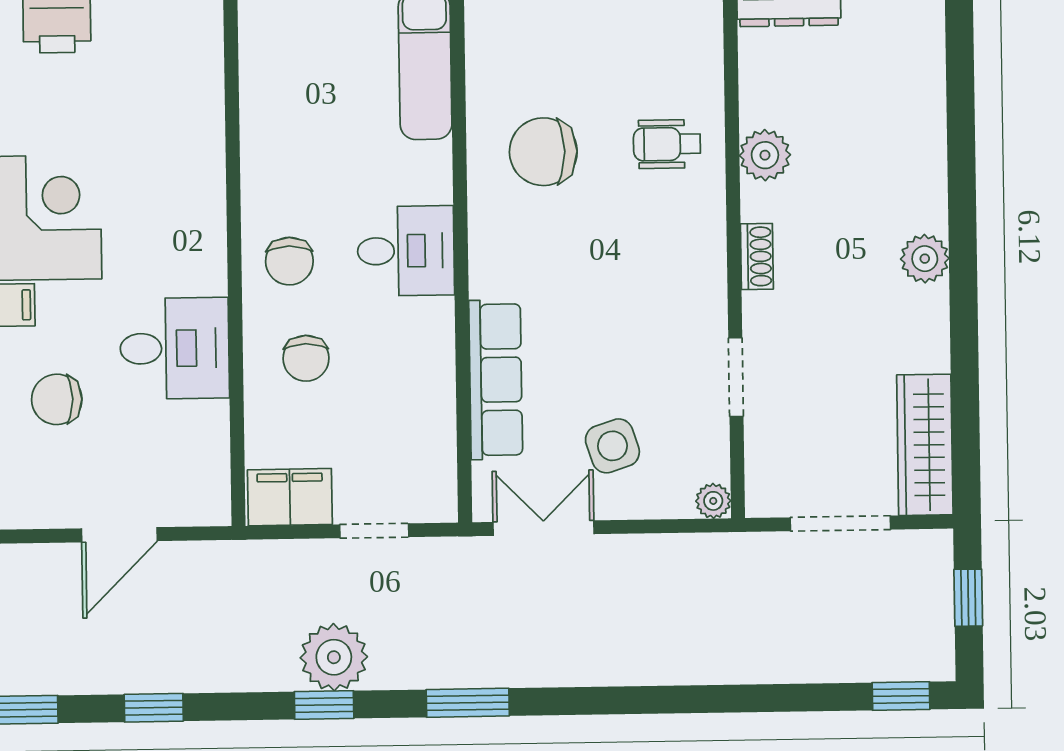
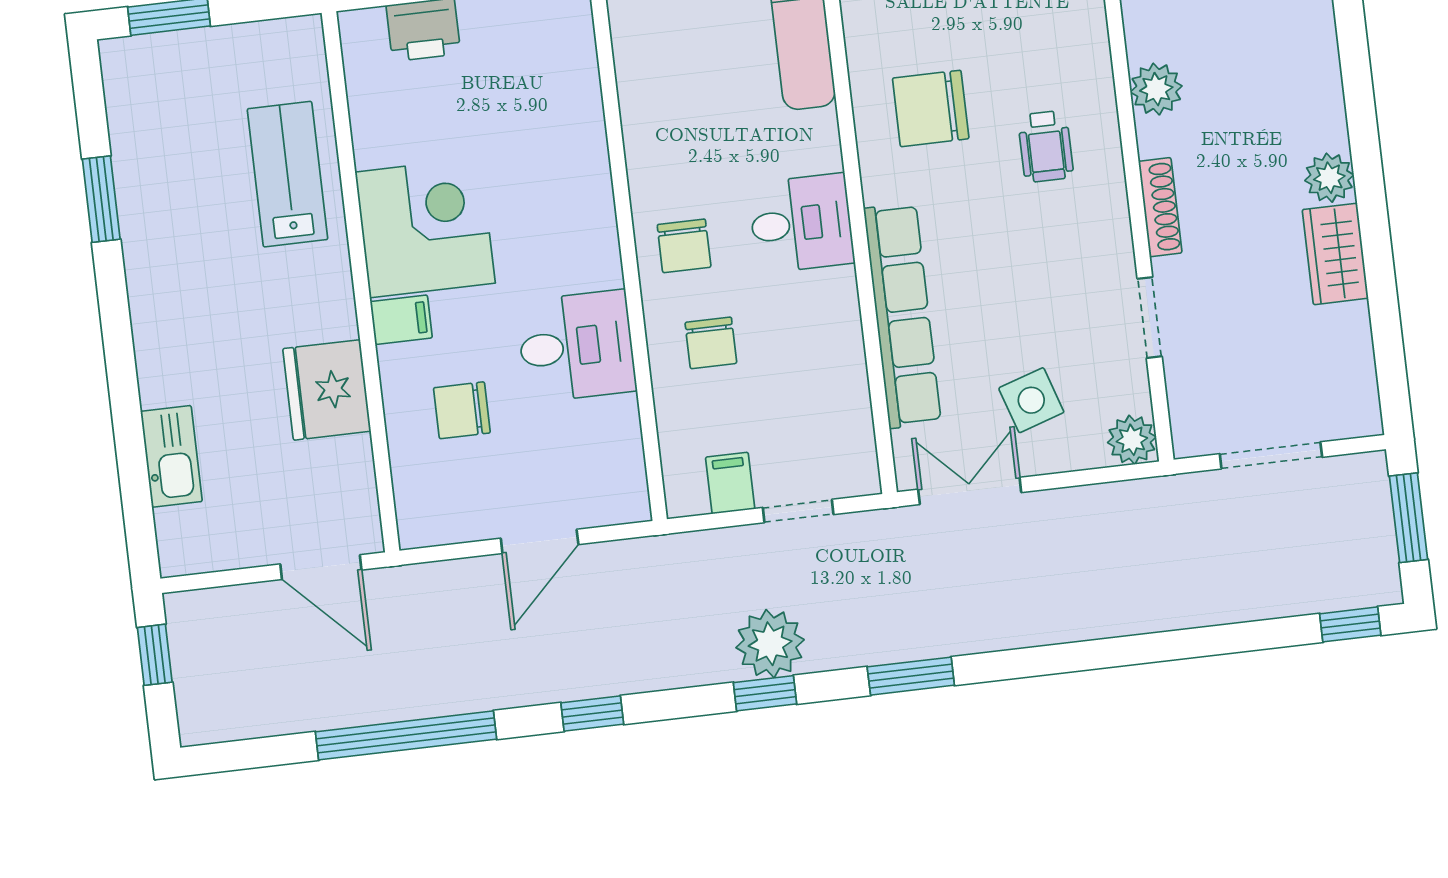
wheelchair: (667, 144) -> (1046, 146), moved, turned -90
shoe rack: (757, 256) -> (1160, 207), width x1.43
row of seats: (496, 380) -> (902, 316), width x1.36
wardrobe: (925, 445) -> (1335, 254), moved, width x0.67
filing cabinet: (290, 497) -> (730, 483), width x0.50
plant: (713, 501) -> (1132, 440), width x1.38, depth x1.38
window: (968, 598) -> (1408, 518), width x1.50

